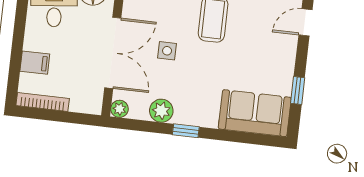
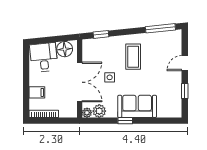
door: (305, 22) -> (185, 63), moved
plant: (161, 111) -> (99, 111), moved
sofa: (255, 113) -> (137, 106), moved

